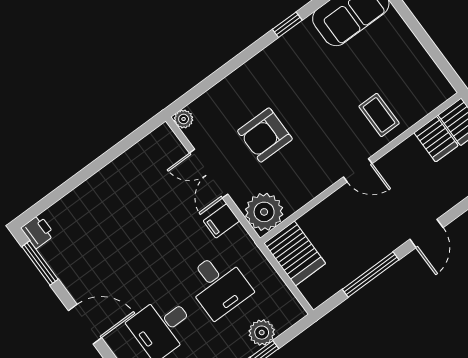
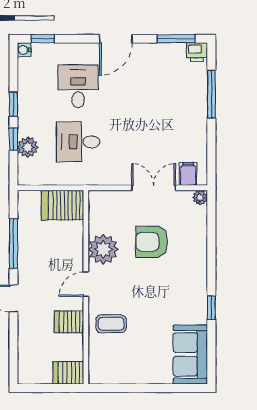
armchair: (265, 135) -> (152, 242), turned -90
server rack: (436, 139) -> (69, 322), moved
window: (70, 185) -> (211, 94), added
plant: (264, 212) -> (103, 249), moved
filing cabinet: (221, 221) -> (188, 174), moved

